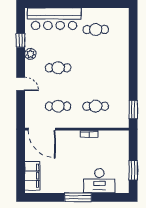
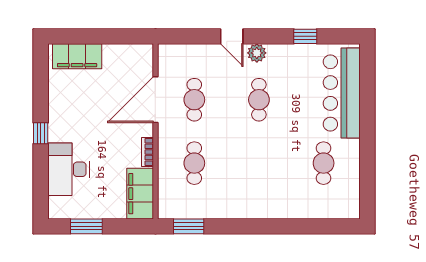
plant: (30, 54) -> (257, 53), moved
door: (21, 84) -> (232, 36), hinge flipped
door: (42, 129) -> (155, 100), moved
filing cabinet: (114, 138) -> (140, 194), added
window: (78, 197) -> (41, 133), width x0.46

